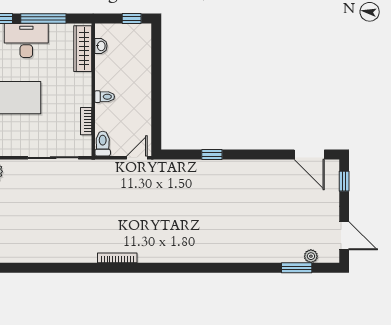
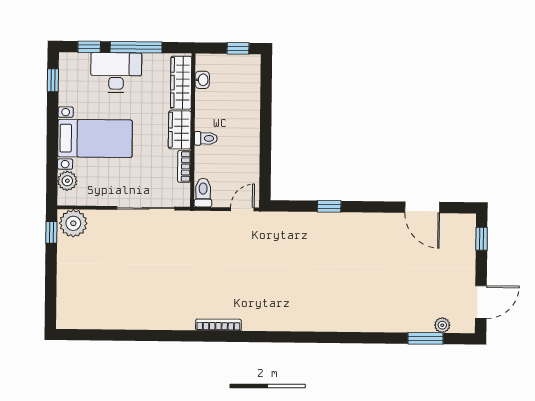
wardrobe: (82, 89) -> (180, 130), added
door: (309, 154) -> (422, 207), moved
door: (344, 236) -> (481, 302), hinge flipped

